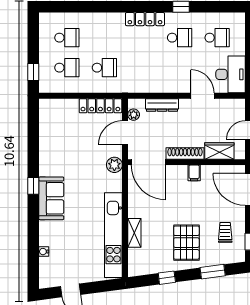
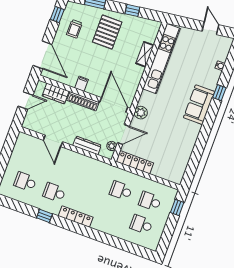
desk: (231, 74) -> (25, 149), removed
window: (33, 186) -> (219, 93), moved

